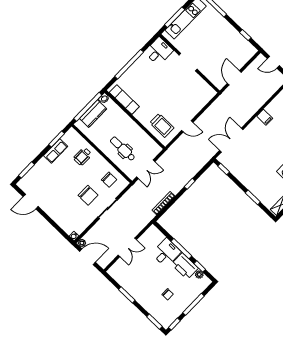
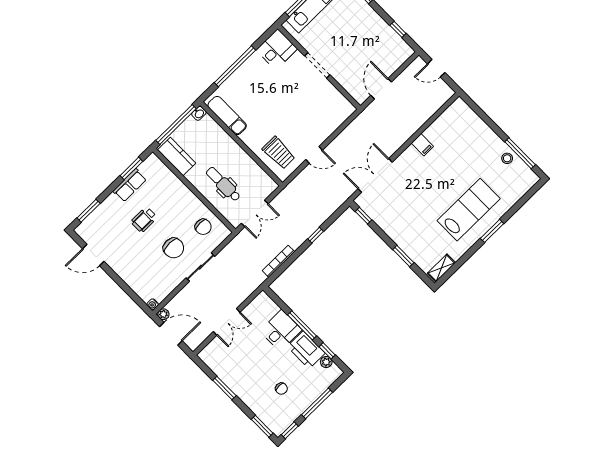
kitchen counter: (93, 114) -> (177, 157), moved, turned -90
wheelchair: (83, 156) -> (144, 220), moved

